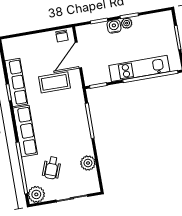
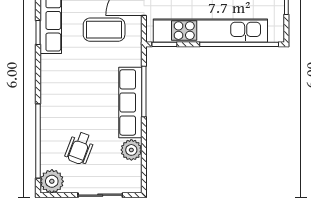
kitchen unit: (139, 68) -> (210, 31), width x1.36
row of seats: (25, 131) -> (130, 102), moved, turned 180

